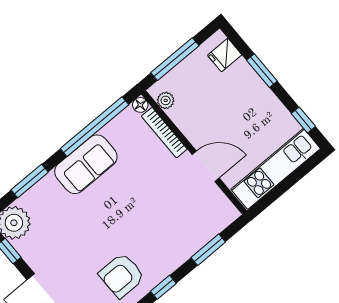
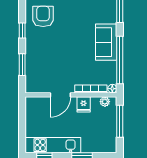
fridge: (225, 55) -> (84, 104), moved, turned 180
kitchen unit: (276, 169) -> (53, 145), moved, turned -90

